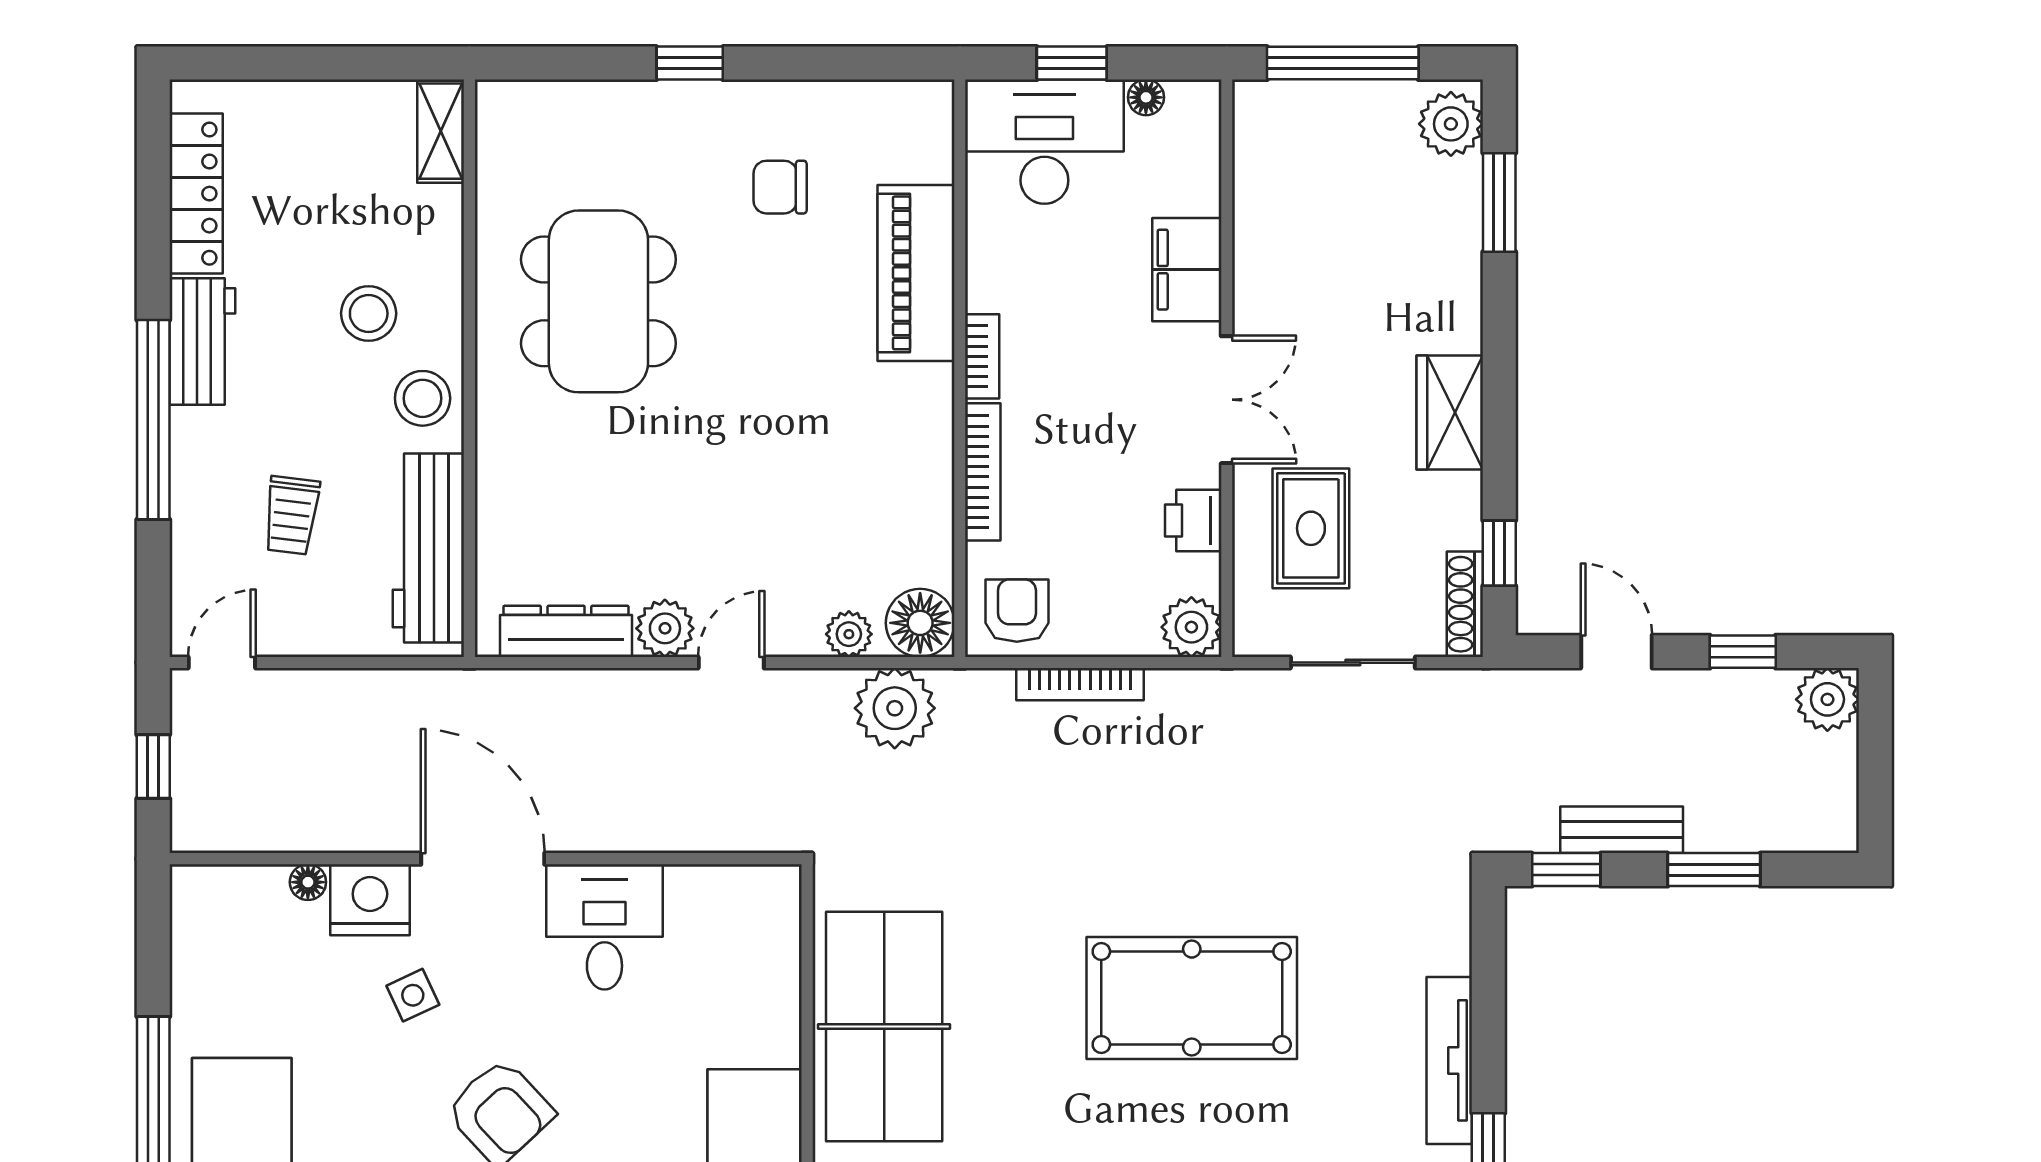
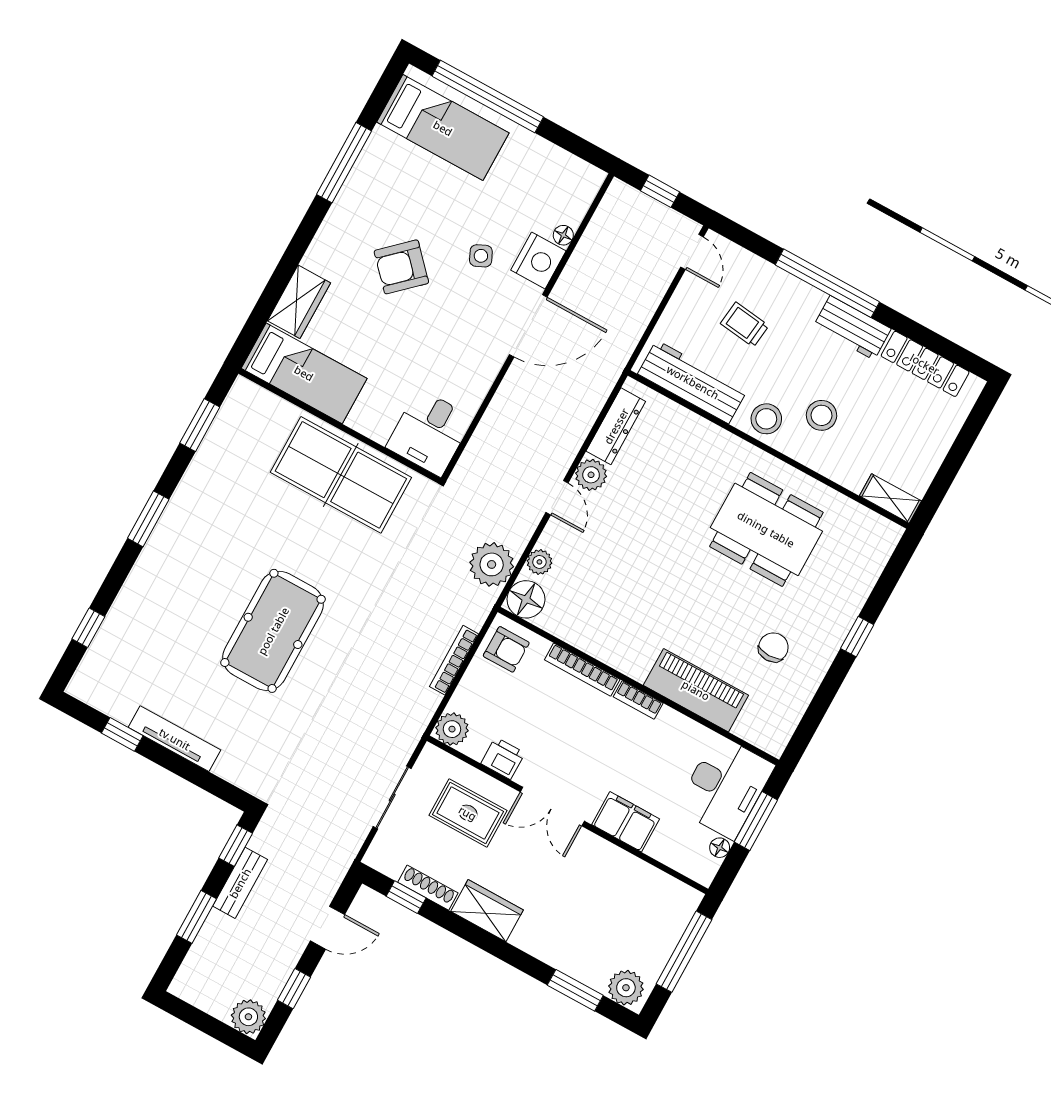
window: (1072, 63) -> (756, 821), width x1.50
shoe rack: (1465, 604) -> (428, 888), moved
desk: (604, 927) -> (430, 432), moved, turned 90

